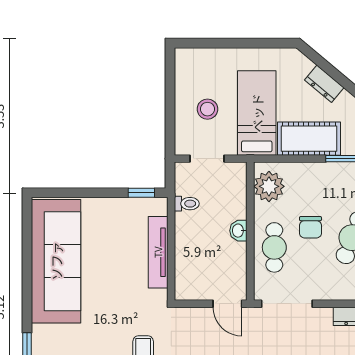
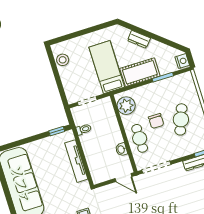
stool: (207, 109) -> (63, 60), moved
washbasin: (238, 231) -> (121, 149), moved

